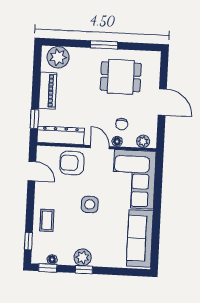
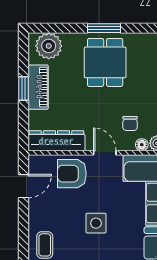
dining table: (121, 77) -> (105, 62), moved, turned 90
window: (34, 119) -> (24, 89), moved
floor lamp: (117, 141) -> (142, 145), moved
door: (32, 171) -> (24, 186), hinge flipped

